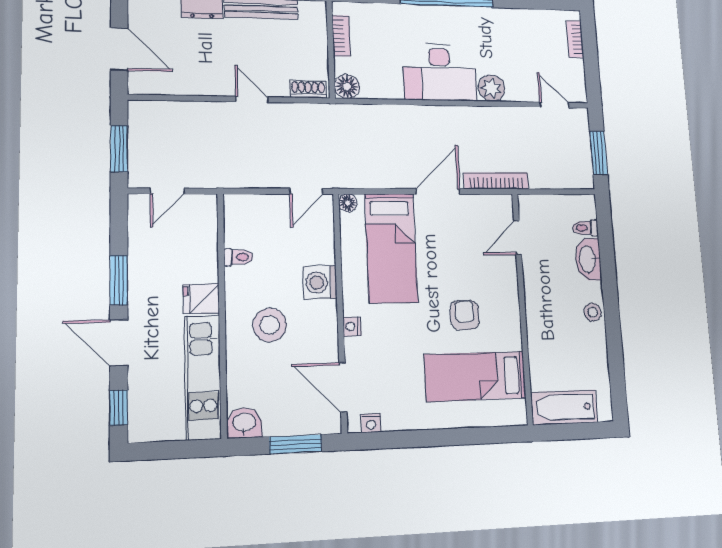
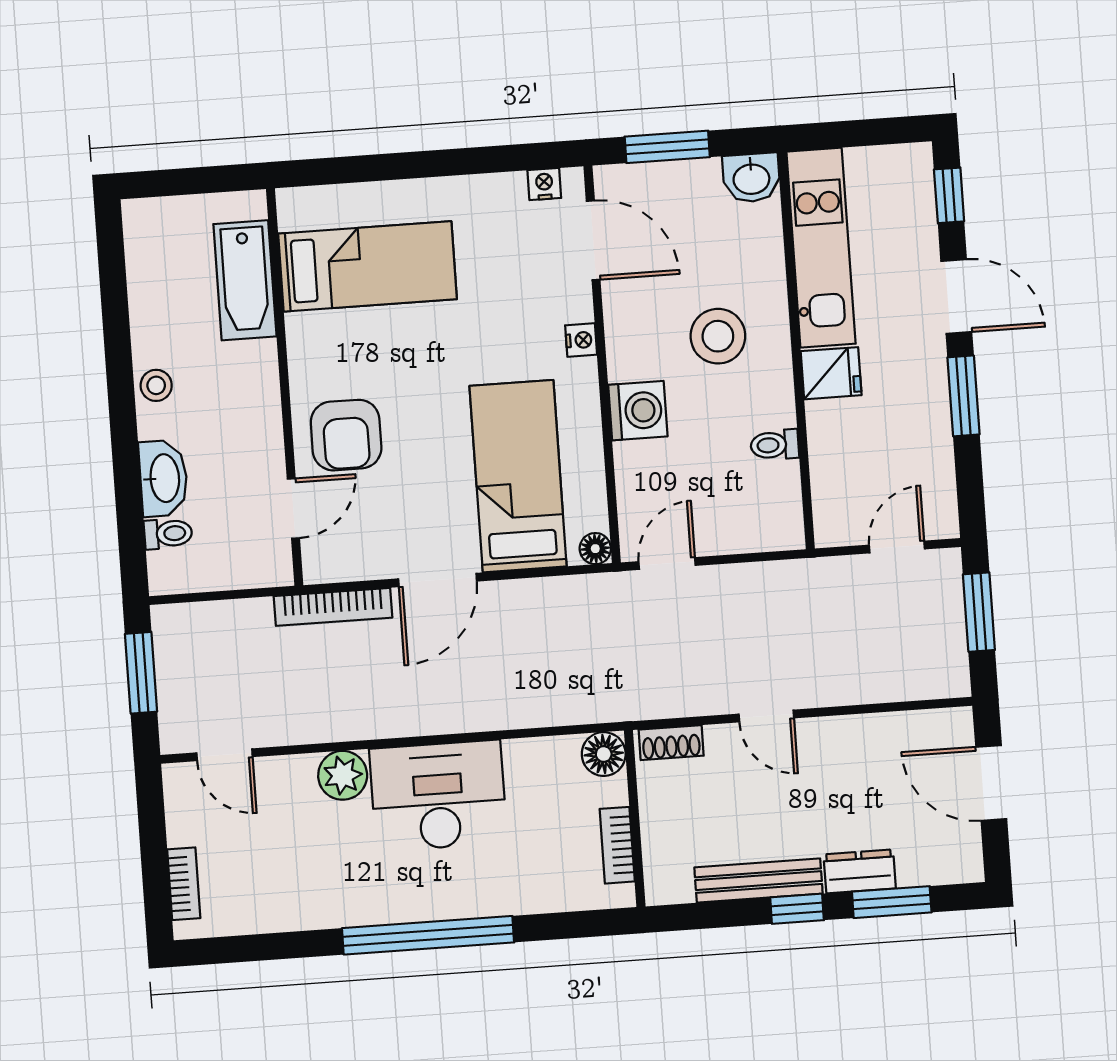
armchair: (465, 315) -> (346, 435), moved, width x1.38, depth x1.38
bathtub: (564, 407) -> (245, 280), moved, turned 90

